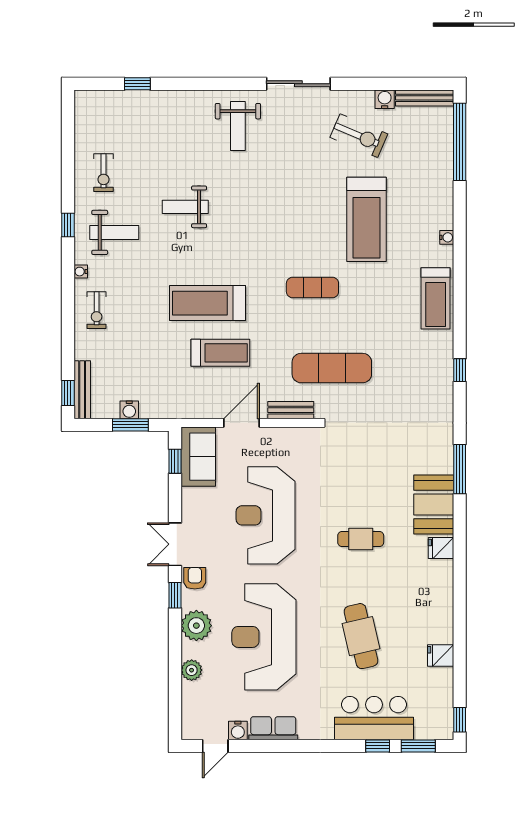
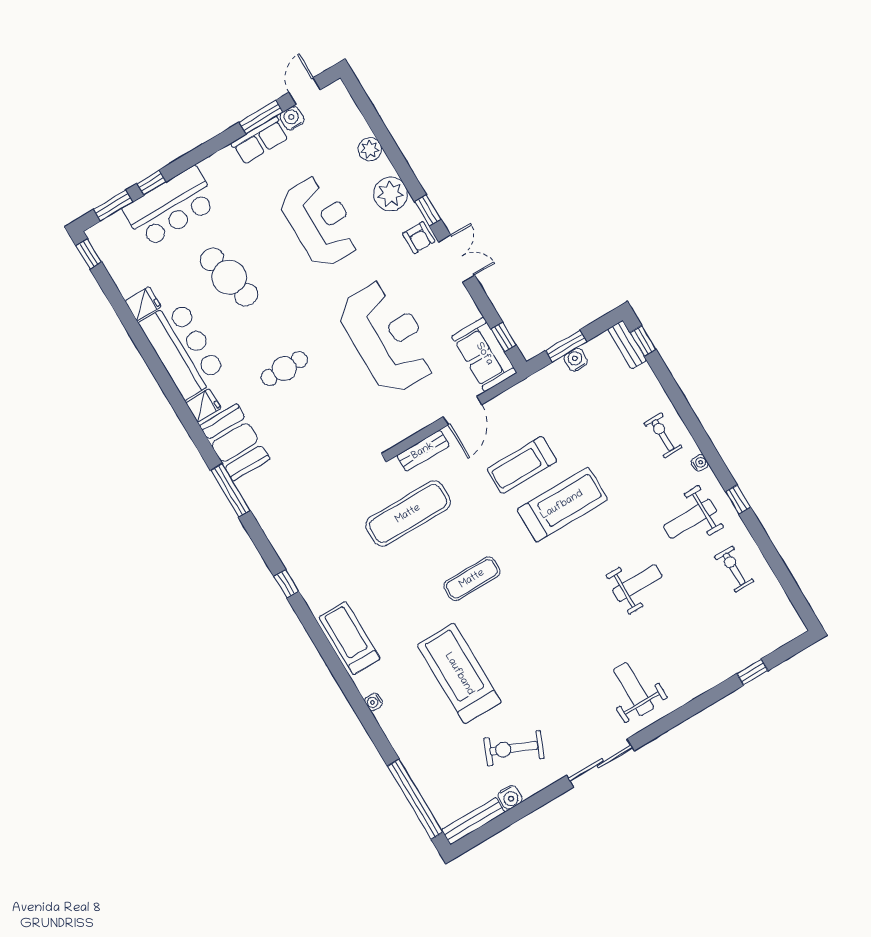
bench: (82, 390) -> (627, 345), width x0.73
bar counter: (431, 602) -> (183, 349), added
reception desk: (264, 637) -> (320, 221), width x0.74, depth x0.77
window: (262, 746) -> (261, 117), added

